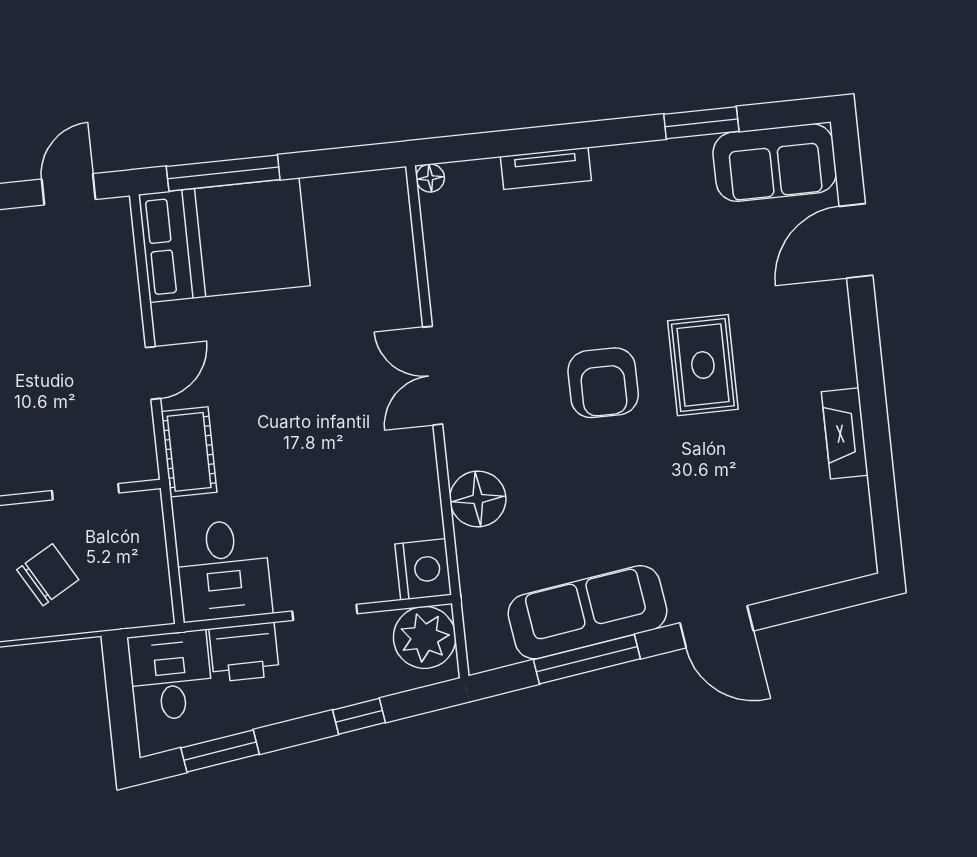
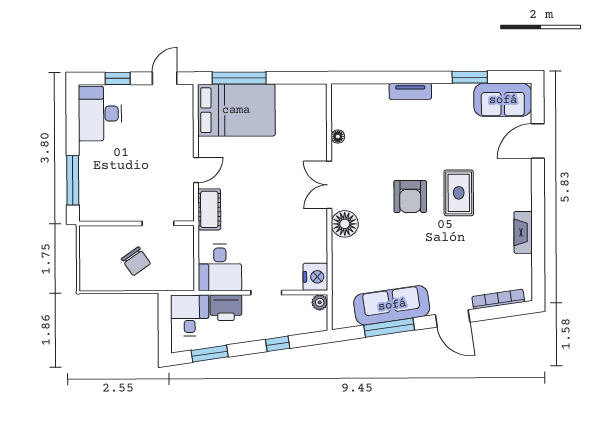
tv unit: (546, 168) -> (410, 91), moved
floor lamp: (430, 178) -> (338, 137), moved
floor lamp: (478, 499) -> (345, 224), moved
chair: (48, 575) -> (136, 261), turned 85
bookcase: (807, 577) -> (498, 299), added
plant: (425, 637) -> (320, 302), width x0.53, depth x0.53

